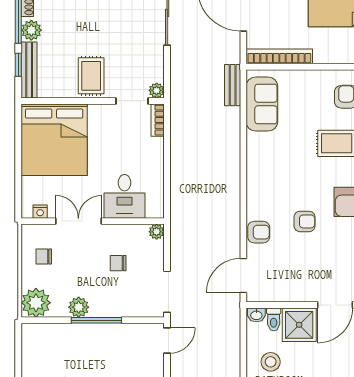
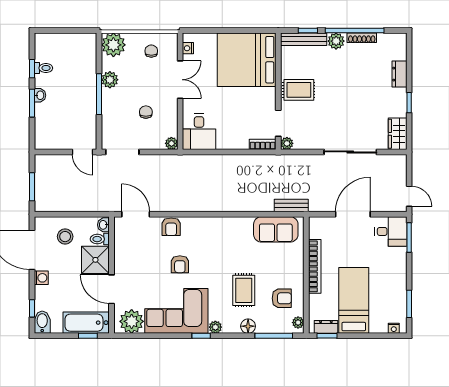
bookcase: (279, 56) -> (315, 266), moved
desk: (125, 196) -> (199, 132), moved, turned -90

